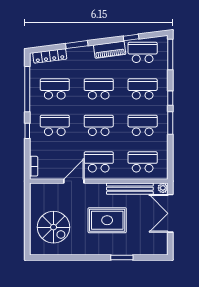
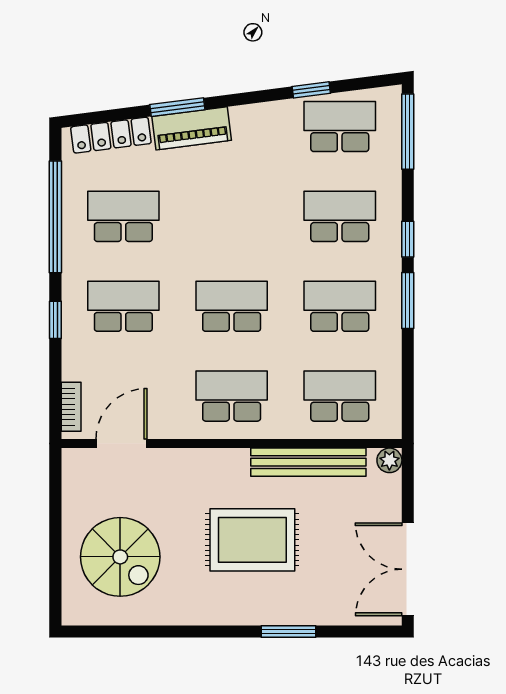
piano: (110, 50) -> (192, 128), moved
school desk: (99, 89) -> (232, 216), removed
door: (74, 181) -> (121, 443), moved
double door: (170, 213) -> (408, 569), moved

